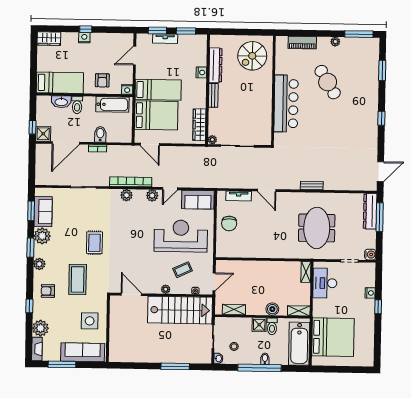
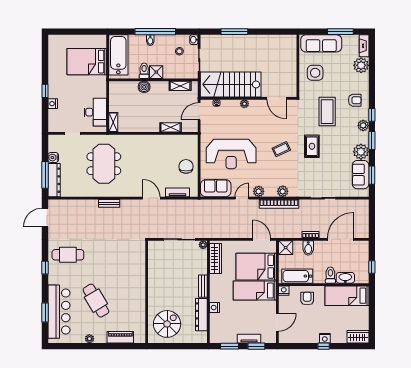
window: (359, 34) -> (67, 346), removed
bar counter: (286, 104) -> (59, 312), moved, turned 180
window: (33, 127) -> (372, 267), moved
cafe table: (357, 131) -> (68, 255), added
shower: (43, 134) -> (286, 248), moved
water cooler: (370, 255) -> (53, 158), moved
coffee table: (183, 270) -> (281, 149), moved
window: (29, 306) -> (372, 115), moved
shelving: (299, 311) -> (171, 127), moved
bed: (333, 337) -> (87, 62), width x0.73

